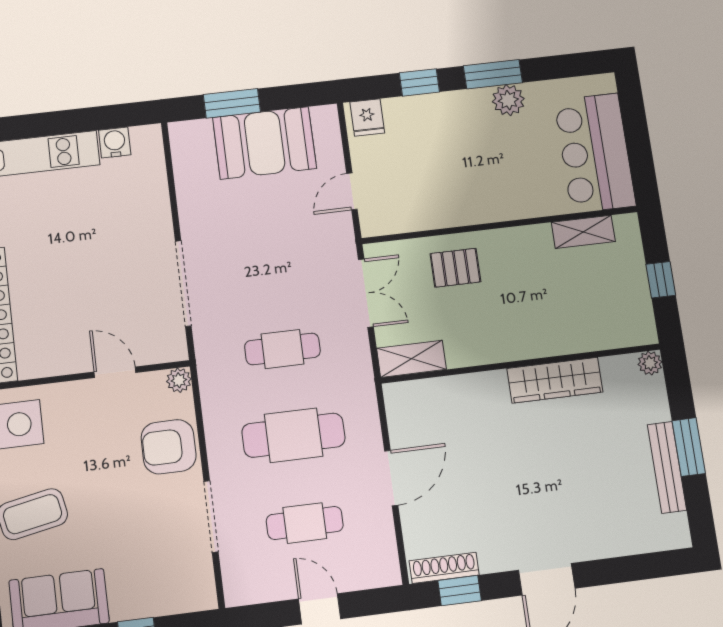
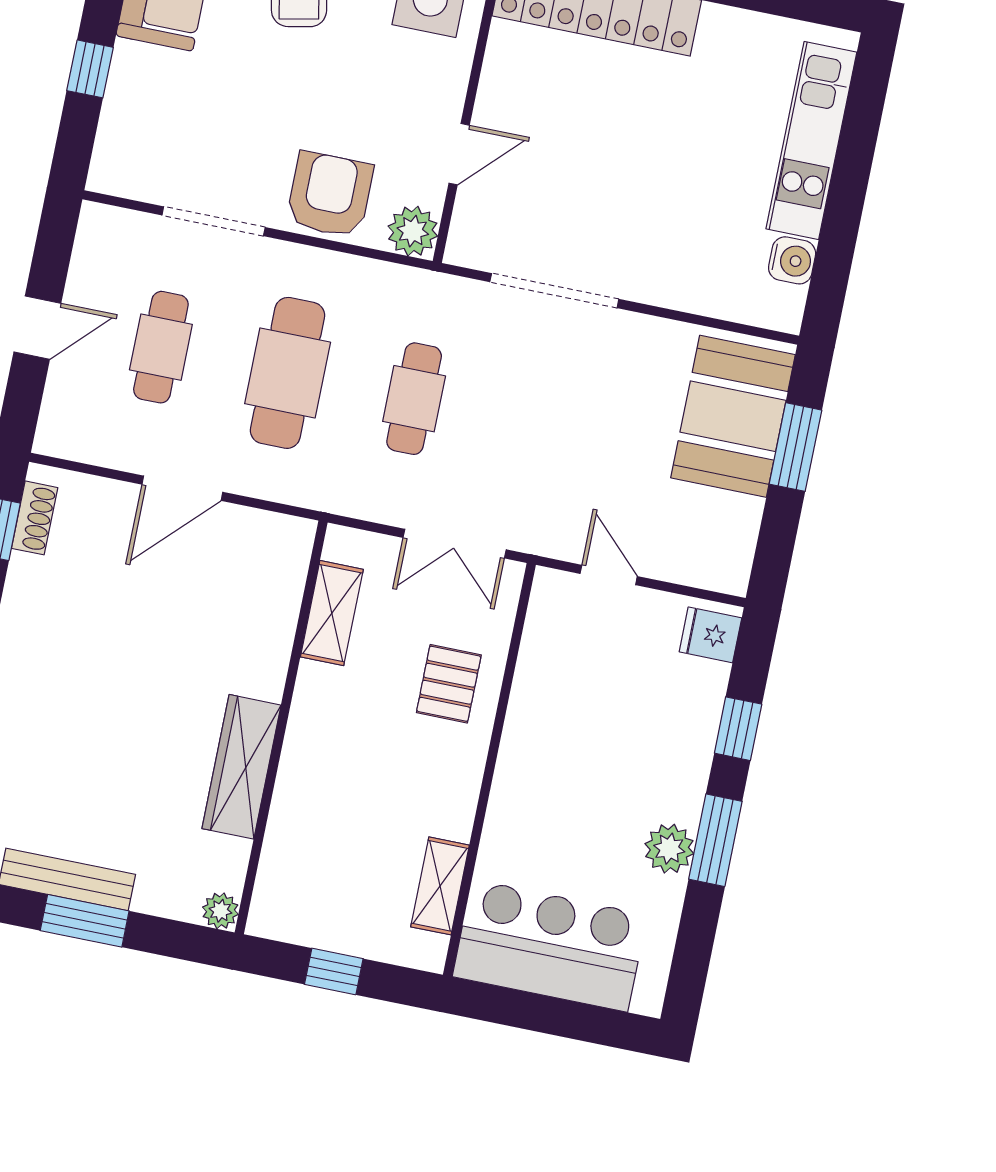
booth: (265, 143) -> (733, 416), moved
shelving: (411, 359) -> (332, 613), moved
plant: (179, 380) -> (413, 231), width x1.38, depth x1.38
door: (391, 478) -> (182, 488), hinge flipped
shoe rack: (444, 568) -> (35, 518), width x0.70

